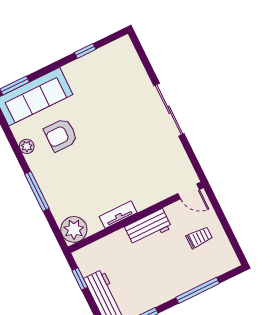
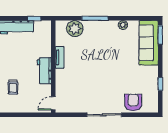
armchair: (61, 135) -> (133, 102), moved
plant: (74, 229) -> (75, 29), moved
trolley: (199, 237) -> (13, 87), moved

